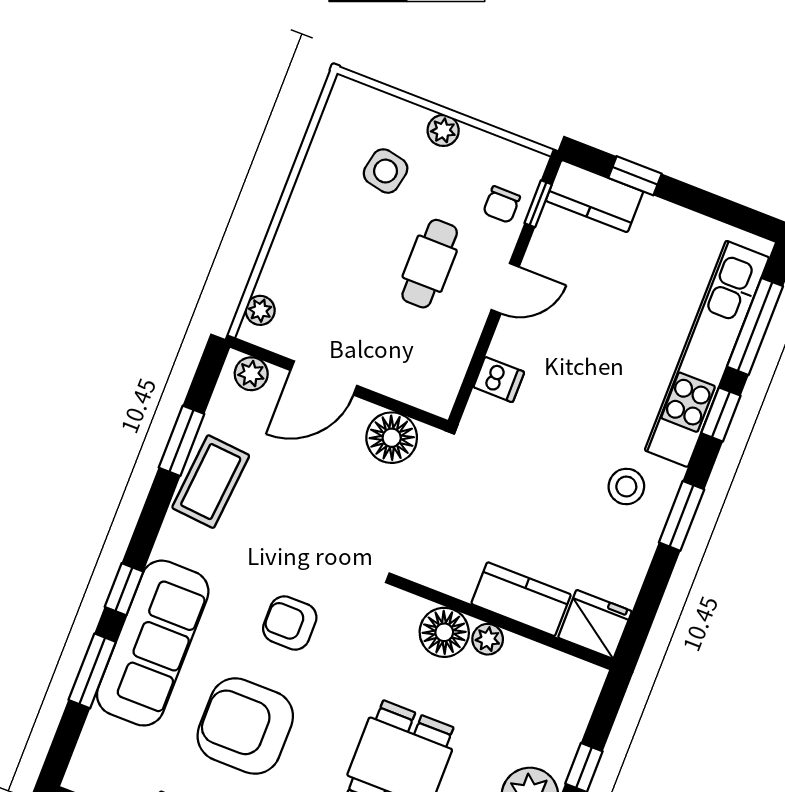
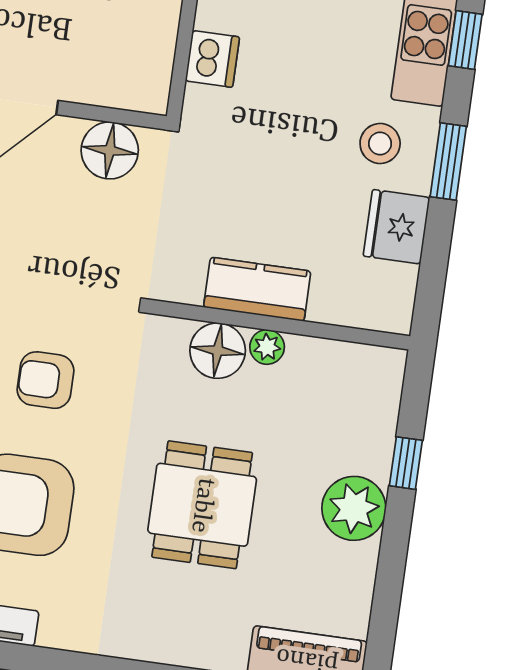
dishwasher: (499, 380) -> (212, 59), width x1.38
kitchen counter: (521, 599) -> (257, 289), moved
fridge: (595, 624) -> (396, 227), moved, turned -90

